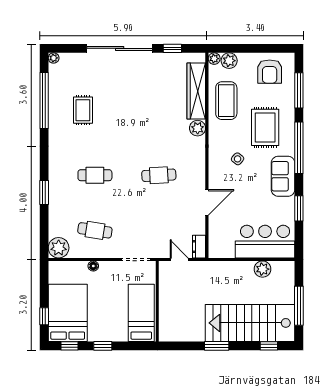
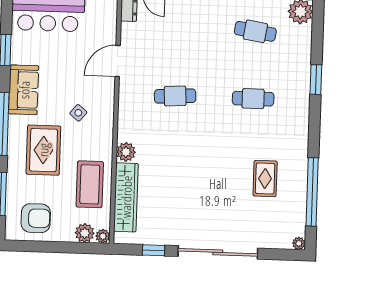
armchair: (270, 72) -> (36, 218), turned 90

